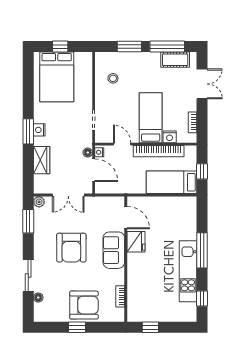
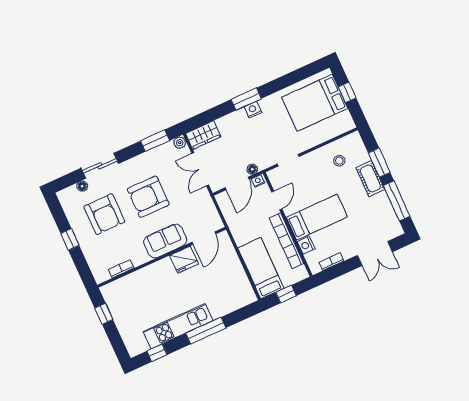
cot: (175, 60) -> (370, 178), moved
wardrobe: (42, 160) -> (203, 135), moved
armchair: (84, 305) -> (104, 214), moved

